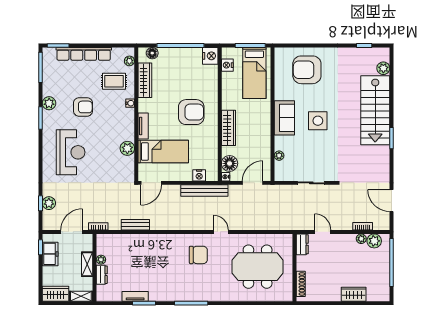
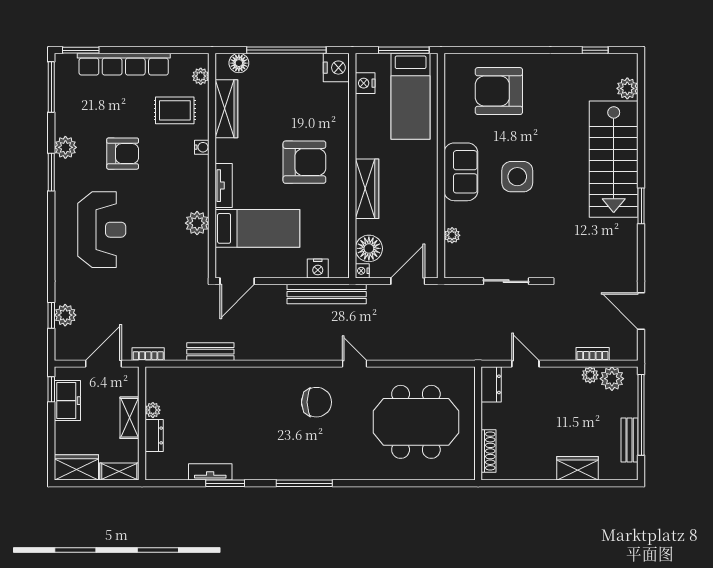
bench: (385, 277) -> (630, 440), added

